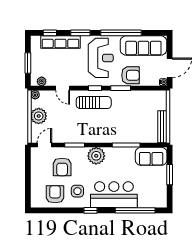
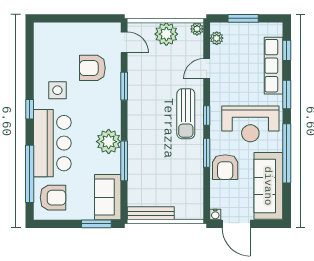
plant: (96, 156) -> (109, 142), moved
window: (170, 175) -> (96, 224), moved
armchair: (55, 194) -> (53, 198), moved

